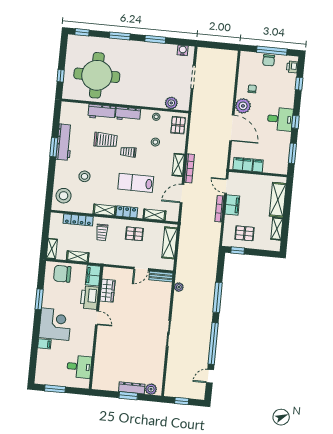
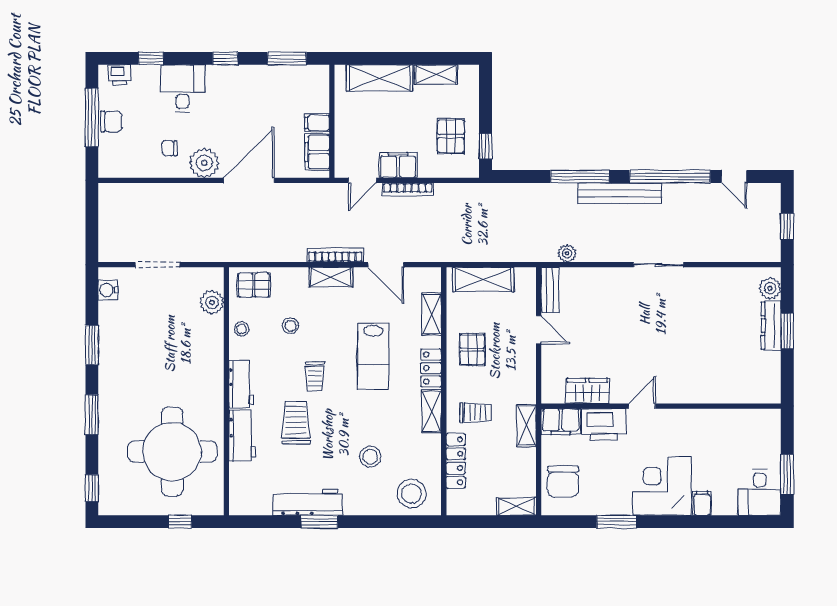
desk: (280, 119) -> (183, 88), moved
shelving: (78, 256) -> (527, 425), moved
bench: (207, 317) -> (620, 193), added
desk: (79, 367) -> (760, 492), moved, turned 180

